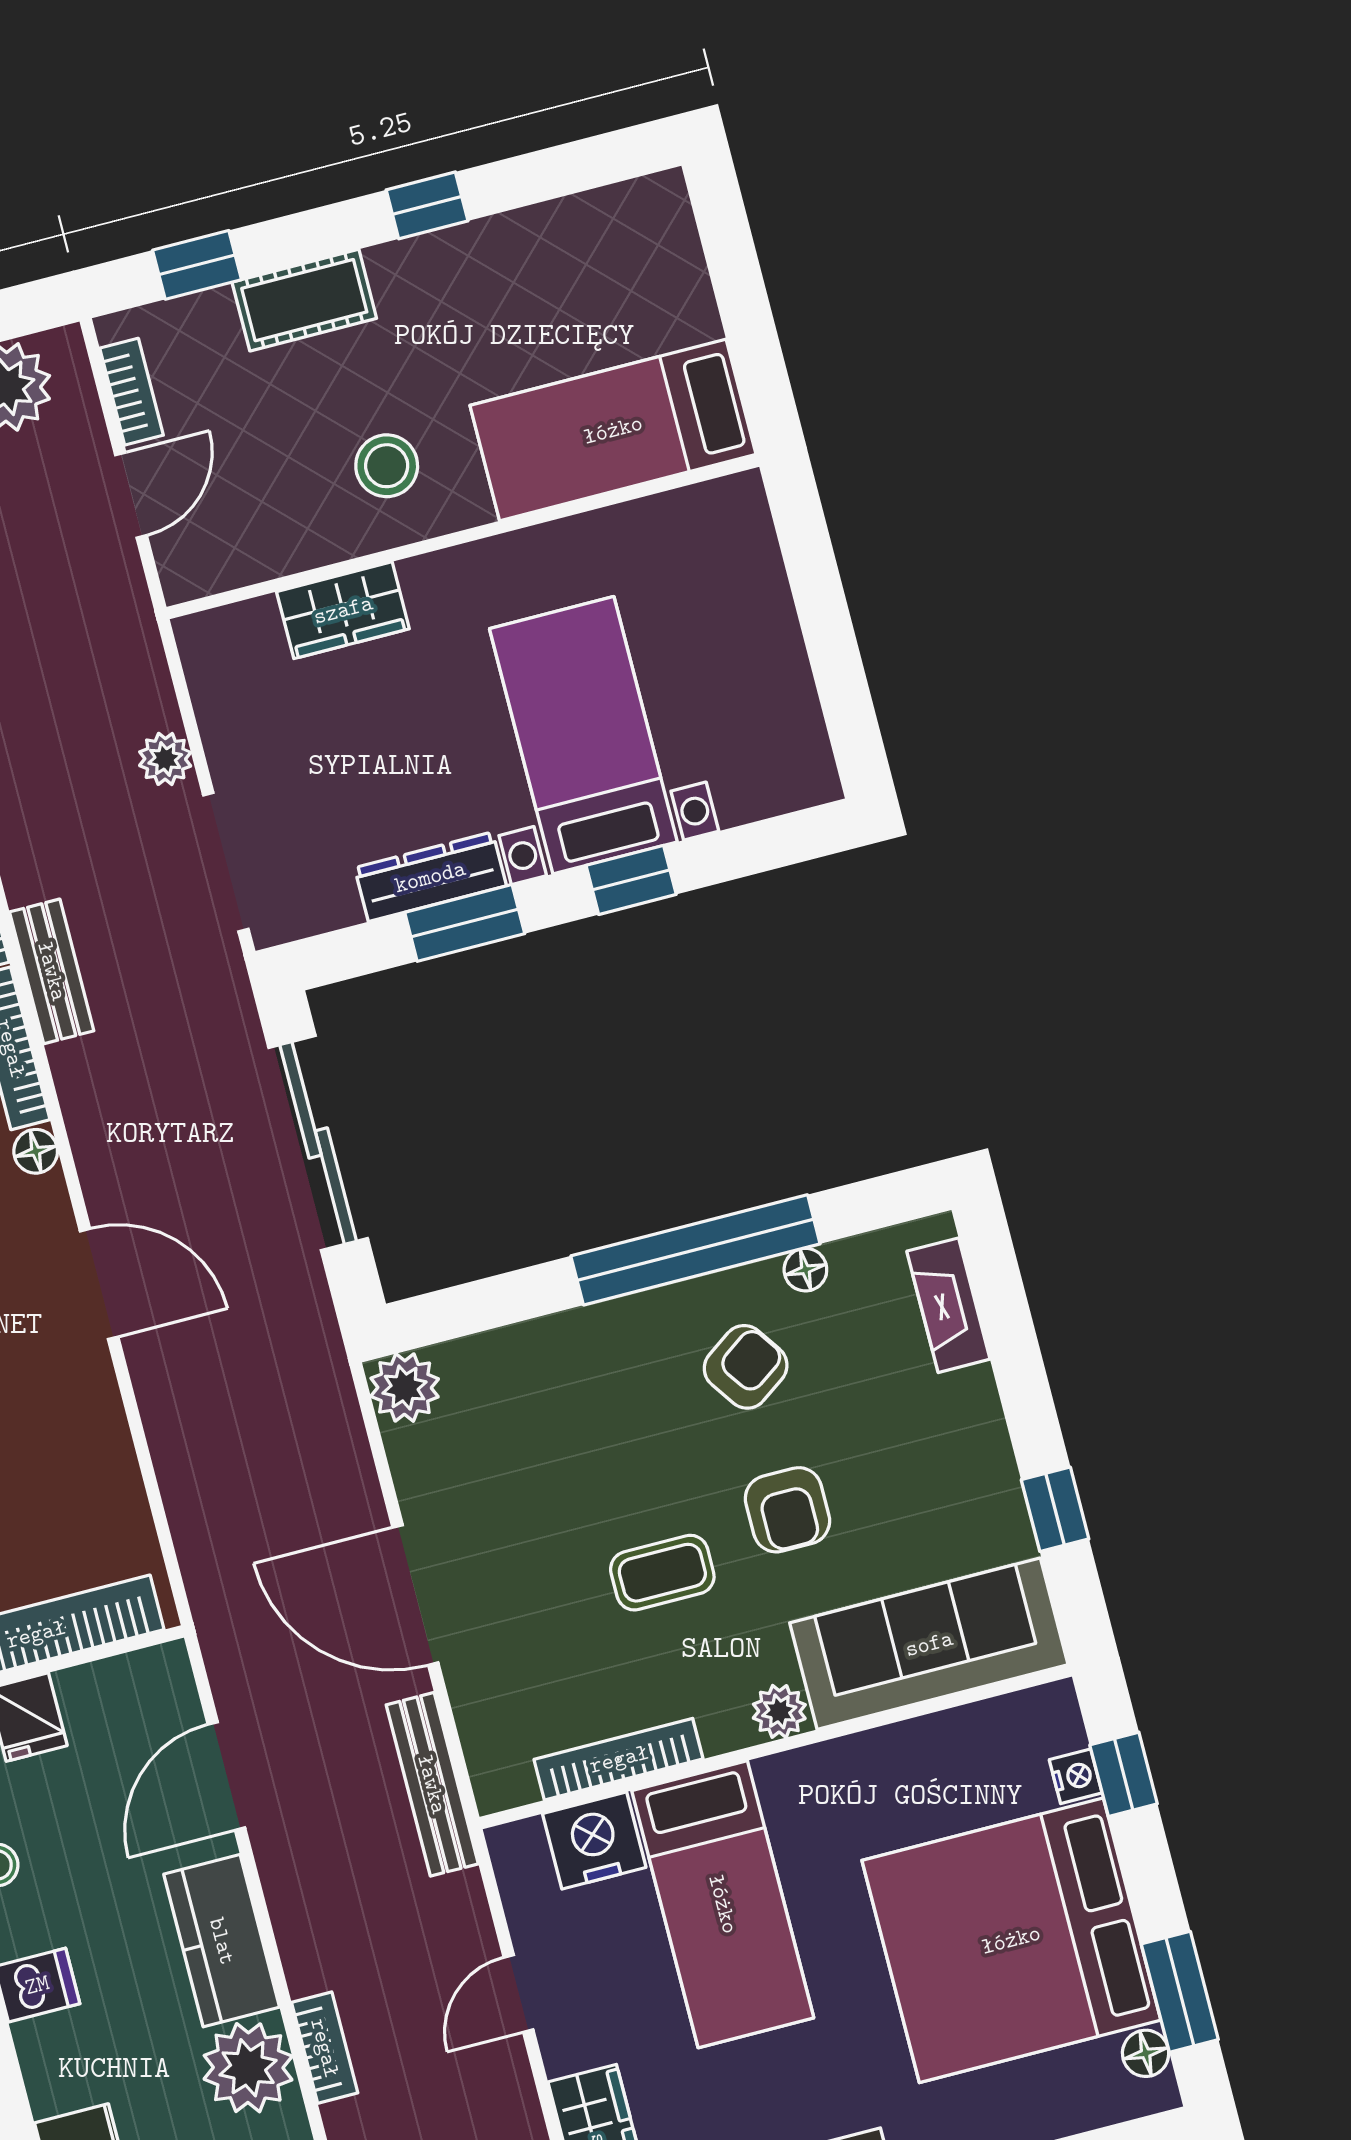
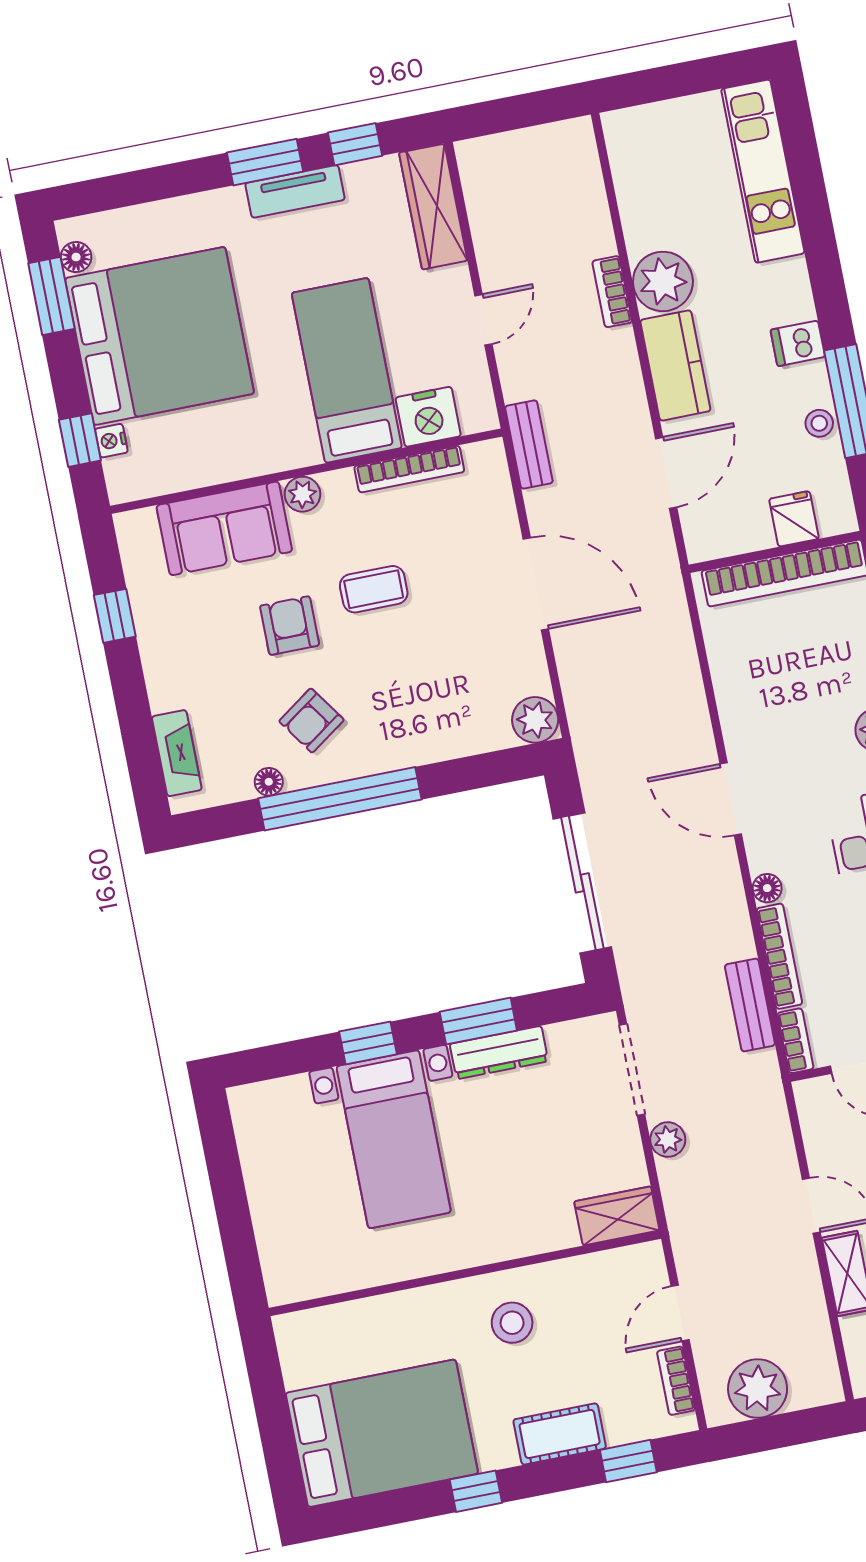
bed: (613, 430) -> (382, 1433), moved, width x1.50
wardrobe: (343, 610) -> (617, 1216), moved
sofa: (929, 1644) -> (224, 528), width x0.73
bench: (432, 1784) -> (529, 444), width x0.73

